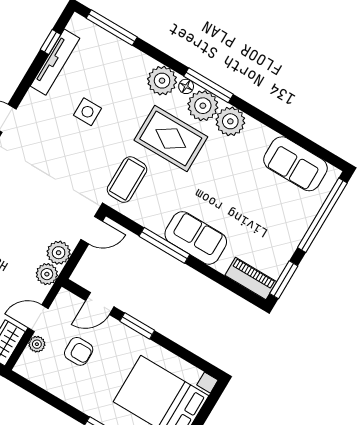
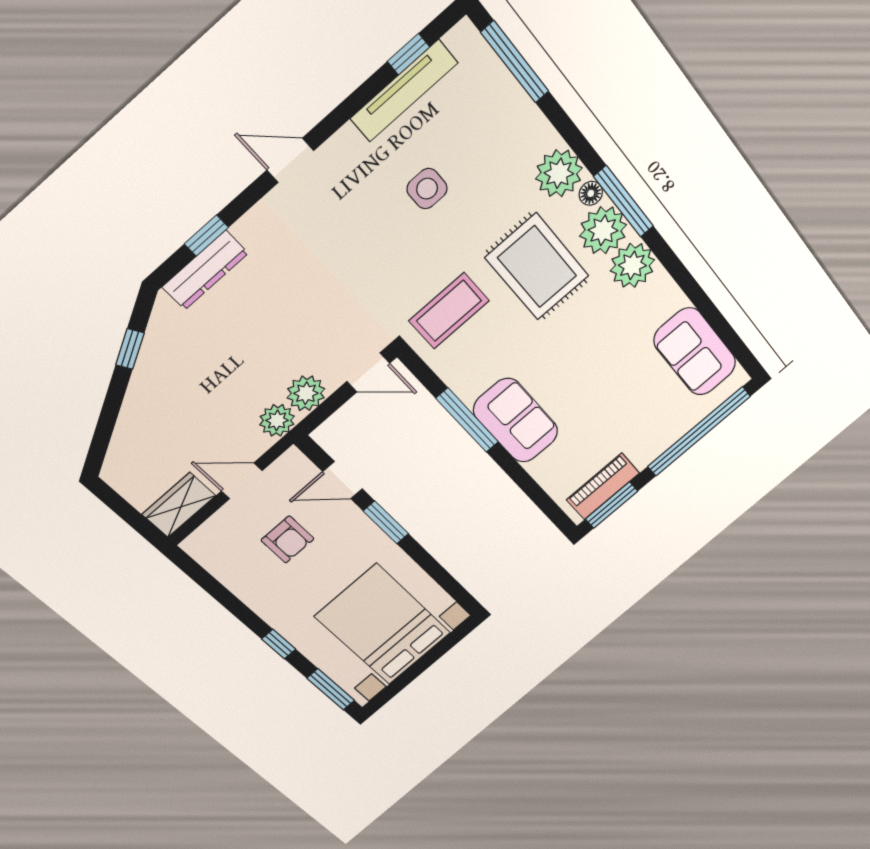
piano: (251, 279) -> (603, 486), moved, turned -90
plant: (37, 344) -> (228, 517), removed

